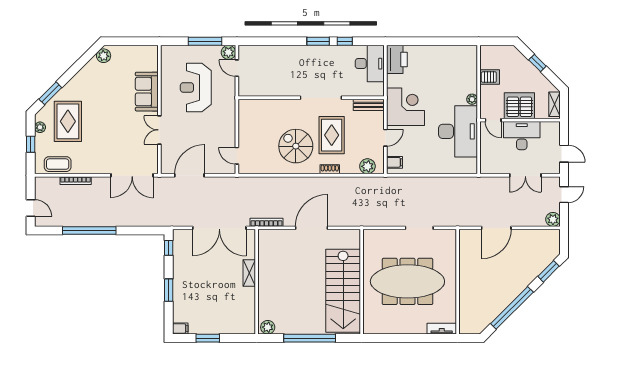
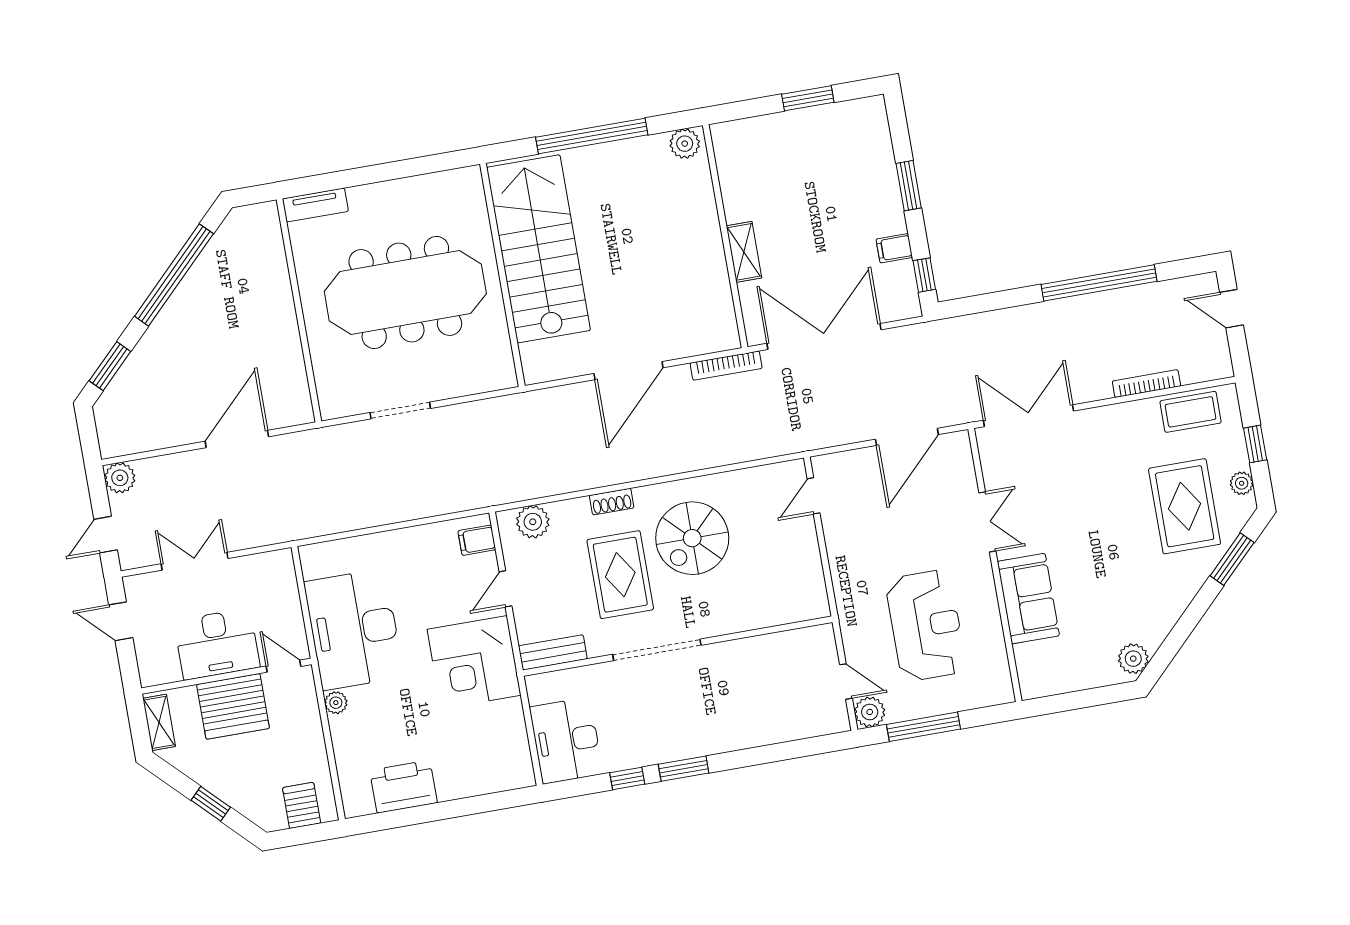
printer: (397, 59) -> (404, 787), moved, turned 90
server rack: (490, 77) -> (302, 805), moved, turned 90
spiral stairs: (296, 146) -> (692, 538), turned 90
door: (237, 156) -> (814, 496), swing flipped
filing cabinet: (180, 329) -> (894, 248), moved

